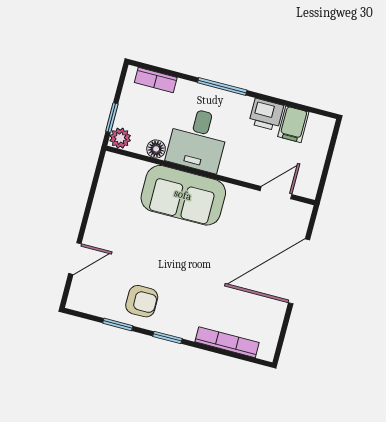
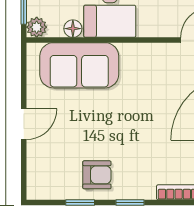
sofa: (183, 195) -> (79, 65), moved
door: (75, 259) -> (24, 124), moved

